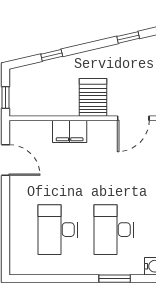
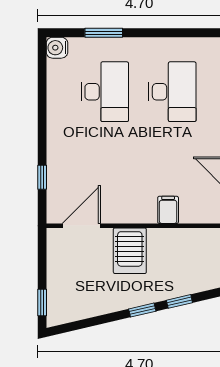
window: (128, 37) -> (142, 310), moved
filing cabinet: (70, 131) -> (168, 210), width x0.50

